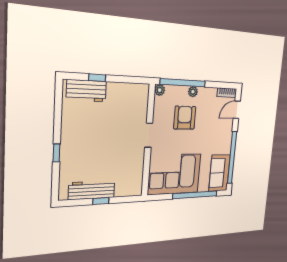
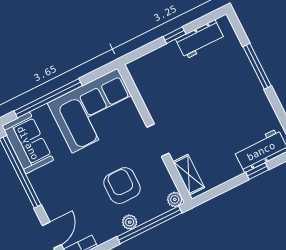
shelving: (142, 102) -> (189, 175), added
armchair: (185, 118) -> (122, 186), turned 180
window: (56, 153) -> (257, 66), width x2.17
workbench: (92, 190) -> (200, 39), width x0.73

